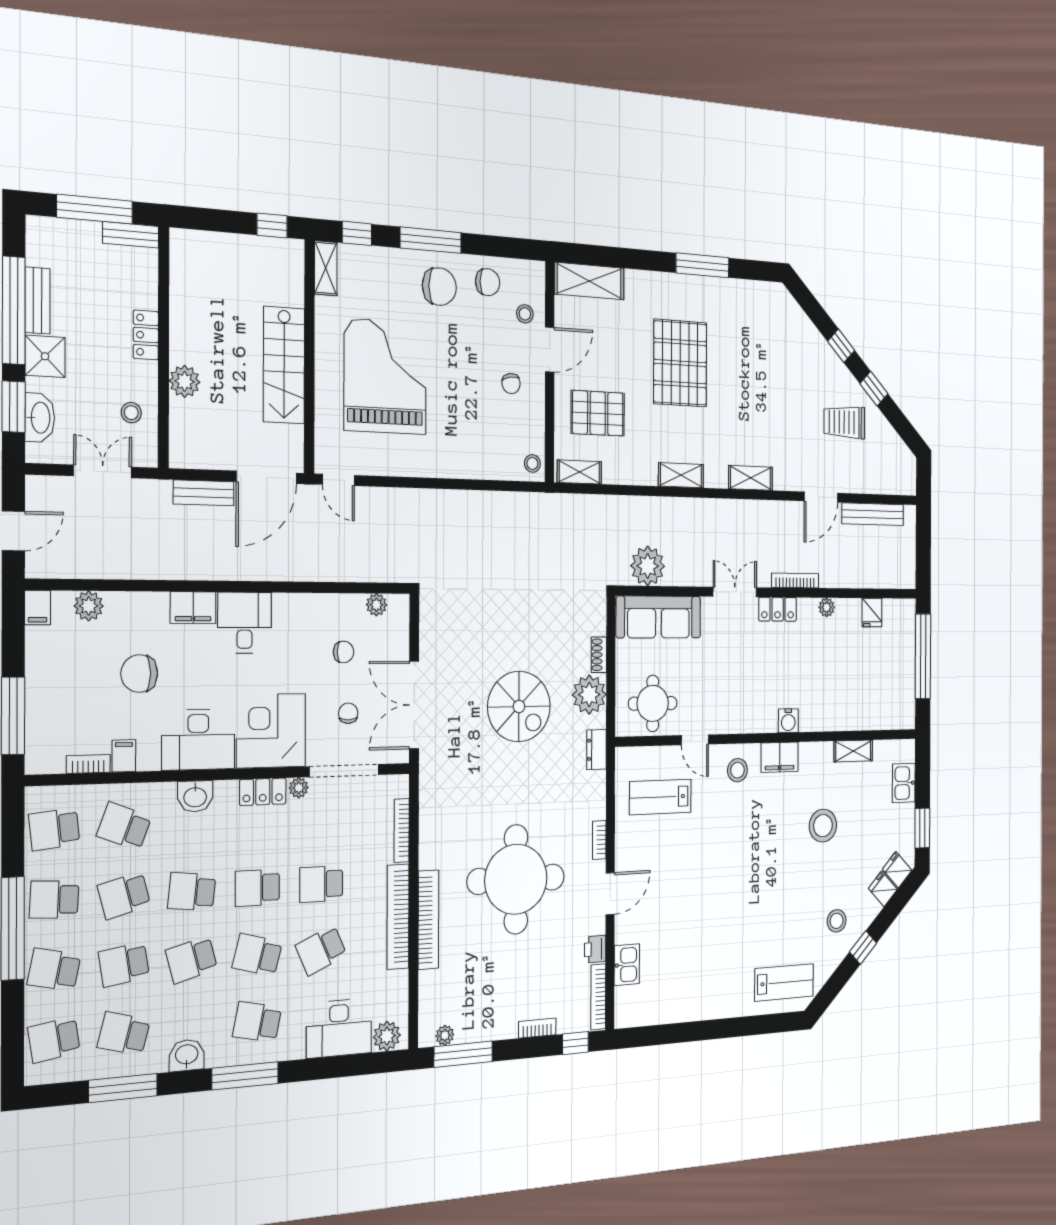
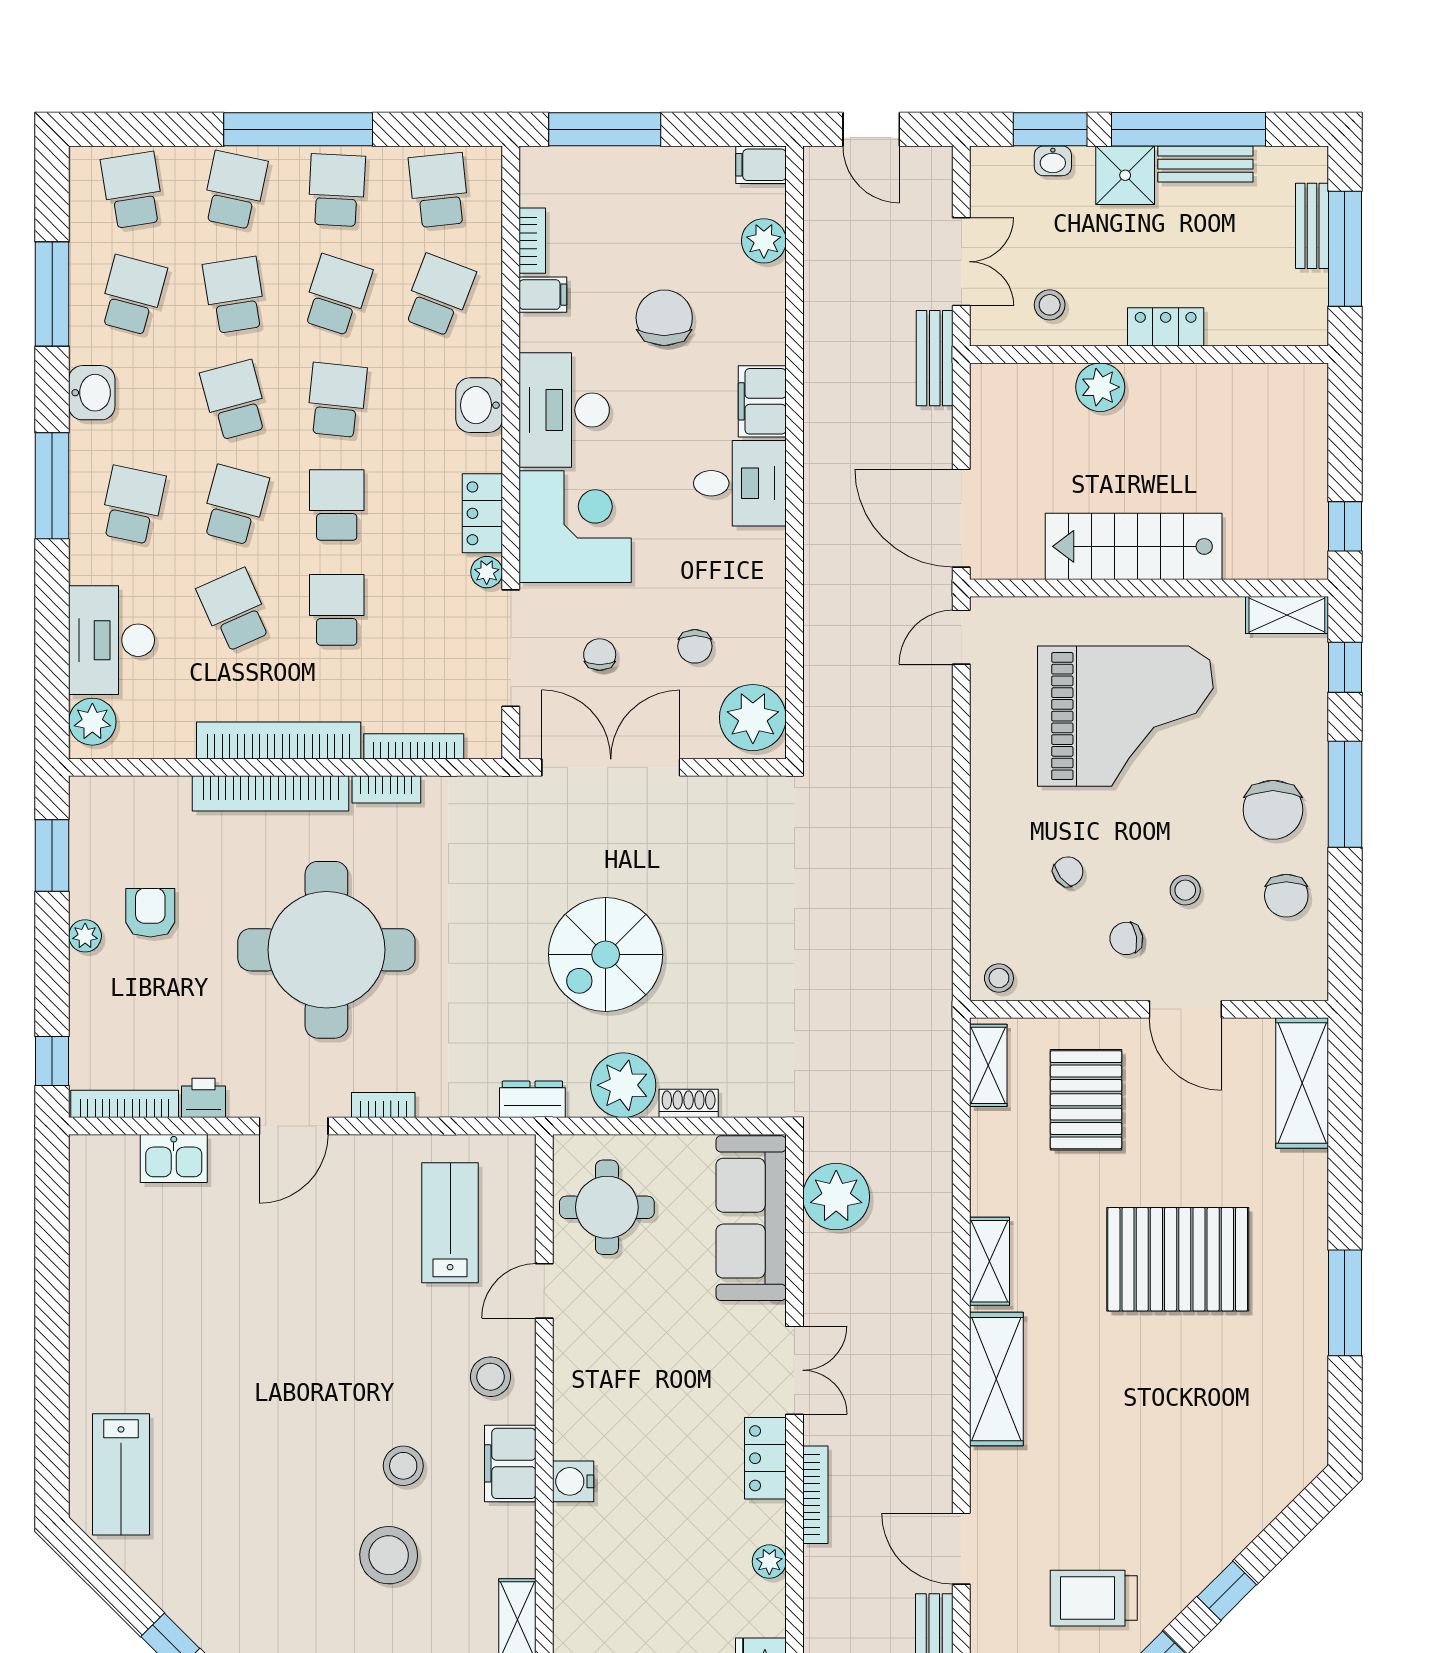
bench: (131, 235) -> (1312, 226), moved
stool: (525, 314) -> (1185, 890), moved
washbasin: (40, 418) -> (1053, 161), width x0.52, depth x0.69
chair: (474, 418) -> (1068, 872), added
trolley: (844, 422) -> (1094, 1598), turned -90
shelving: (750, 478) -> (996, 1379), width x1.50, depth x1.33
bench: (204, 493) -> (935, 358), moved
plant: (376, 605) -> (753, 718), width x1.88, depth x1.88
chair: (348, 713) -> (600, 655), turned -90
door: (610, 894) -> (294, 1126), hinge flipped
school desk: (124, 895) -> (337, 295), turned 33
stool: (837, 921) -> (403, 1466), moved
armchair: (495, 990) -> (150, 913), added
bookcase: (537, 1028) -> (386, 789), moved, turned 90
plant: (445, 1035) -> (85, 936), moved
window: (463, 1054) -> (52, 856), width x0.69

